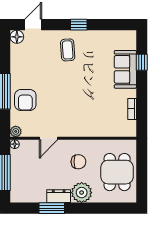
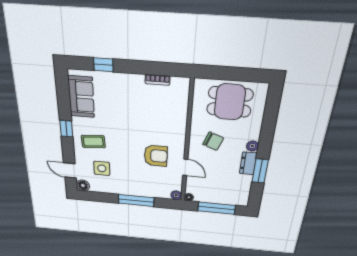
side table: (39, 57) -> (102, 168), added
sofa: (125, 69) -> (81, 97), moved, turned -90
armchair: (25, 100) -> (156, 156), moved
chair: (78, 162) -> (213, 141), turned 111
plant: (82, 193) -> (252, 146), width x0.53, depth x0.53

